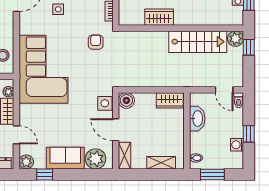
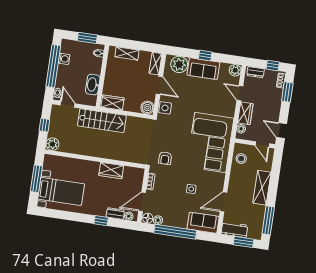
stairs: (198, 42) -> (102, 121), moved, turned 180
window: (249, 47) -> (44, 125), moved
window: (249, 134) -> (53, 66), width x3.17
window: (45, 174) -> (205, 55), moved

